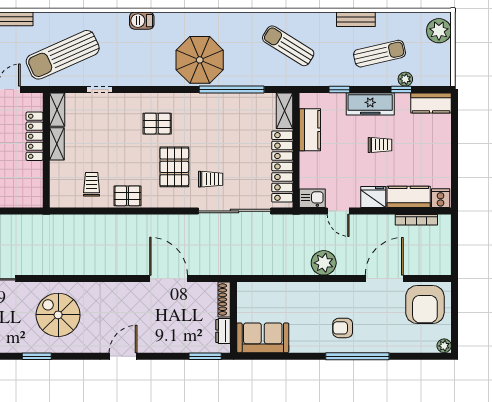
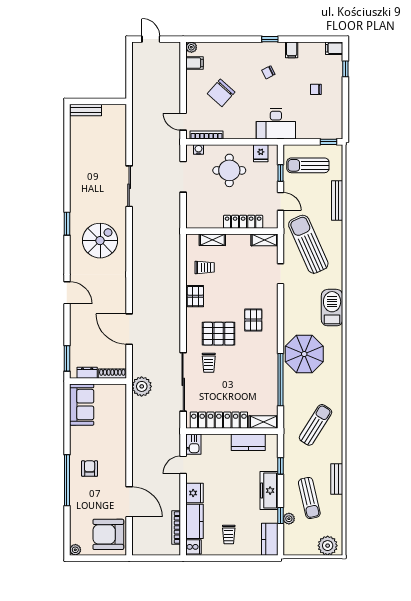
barbecue: (142, 21) -> (332, 308), width x1.88, depth x1.53
shelving: (57, 144) -> (212, 240), moved
trolley: (380, 145) -> (229, 534), moved
plant: (324, 263) -> (142, 386), moved
door: (169, 279) -> (129, 329), swing flipped

